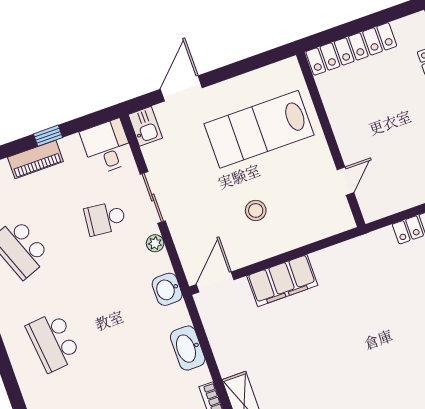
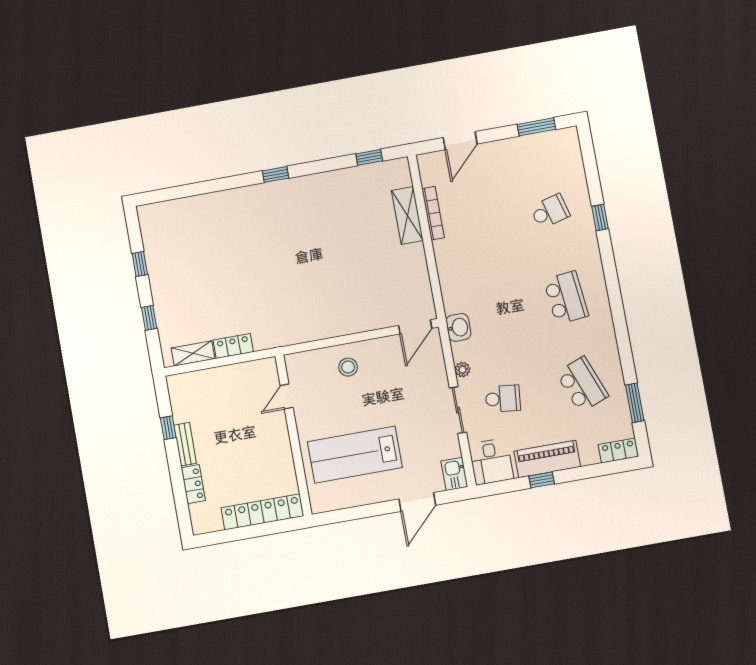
lab bench: (259, 129) -> (355, 455), turned 180
piano: (35, 159) -> (547, 459), width x1.37, depth x1.33
stool: (256, 210) -> (348, 367), moved
filing cabinet: (282, 281) -> (356, 319), removed
washbasin: (188, 348) -> (449, 273), removed

